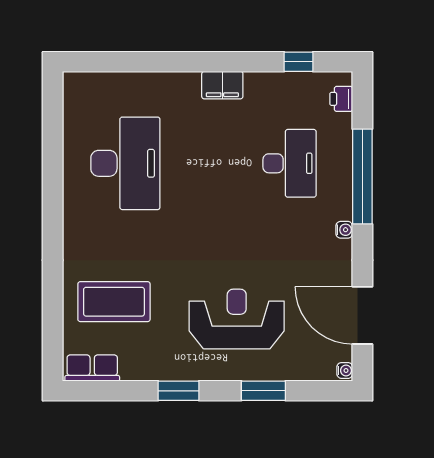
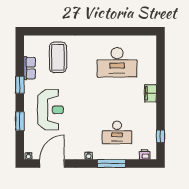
filing cabinet: (222, 85) -> (150, 93), moved
window: (362, 176) -> (111, 163), width x0.68
row of seats: (92, 368) -> (30, 68), moved

